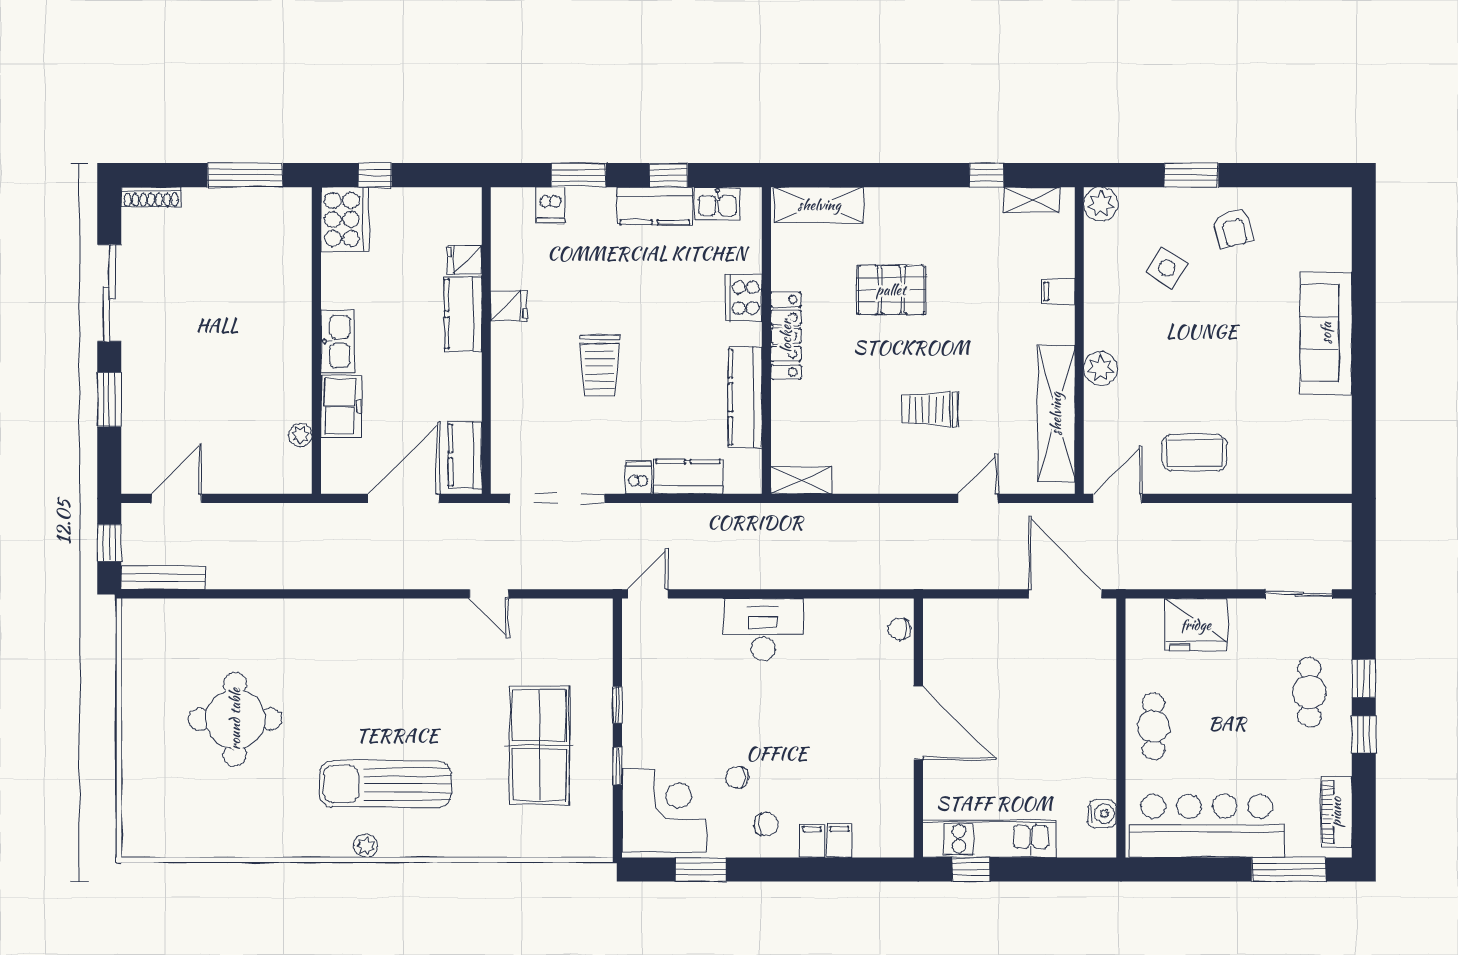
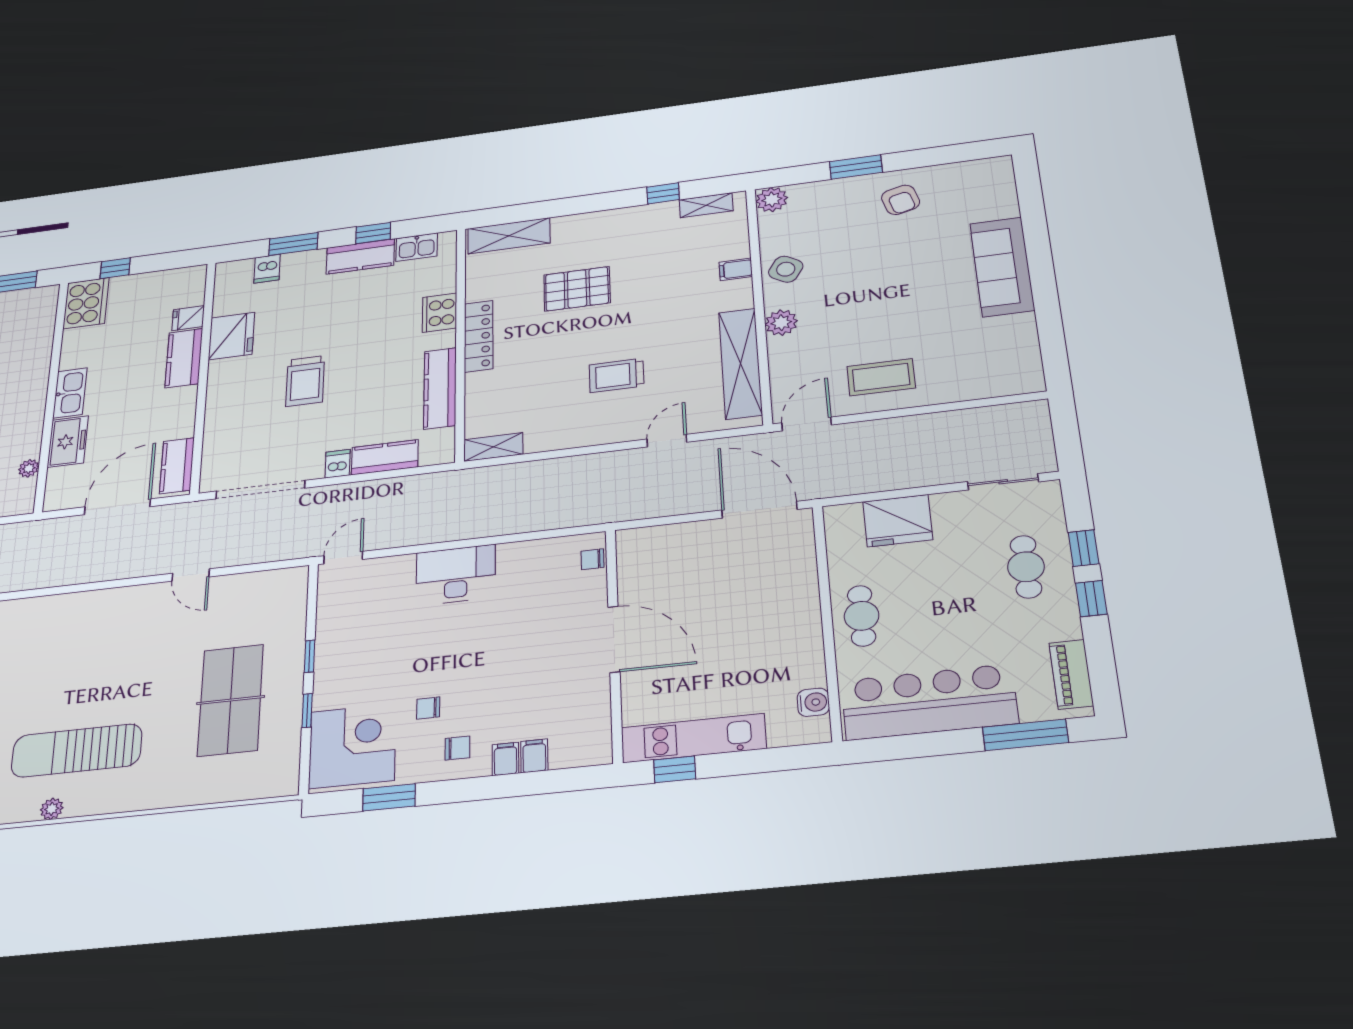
side table: (1167, 268) -> (786, 269), moved
fridge: (509, 306) -> (232, 336), width x1.88, depth x1.34

